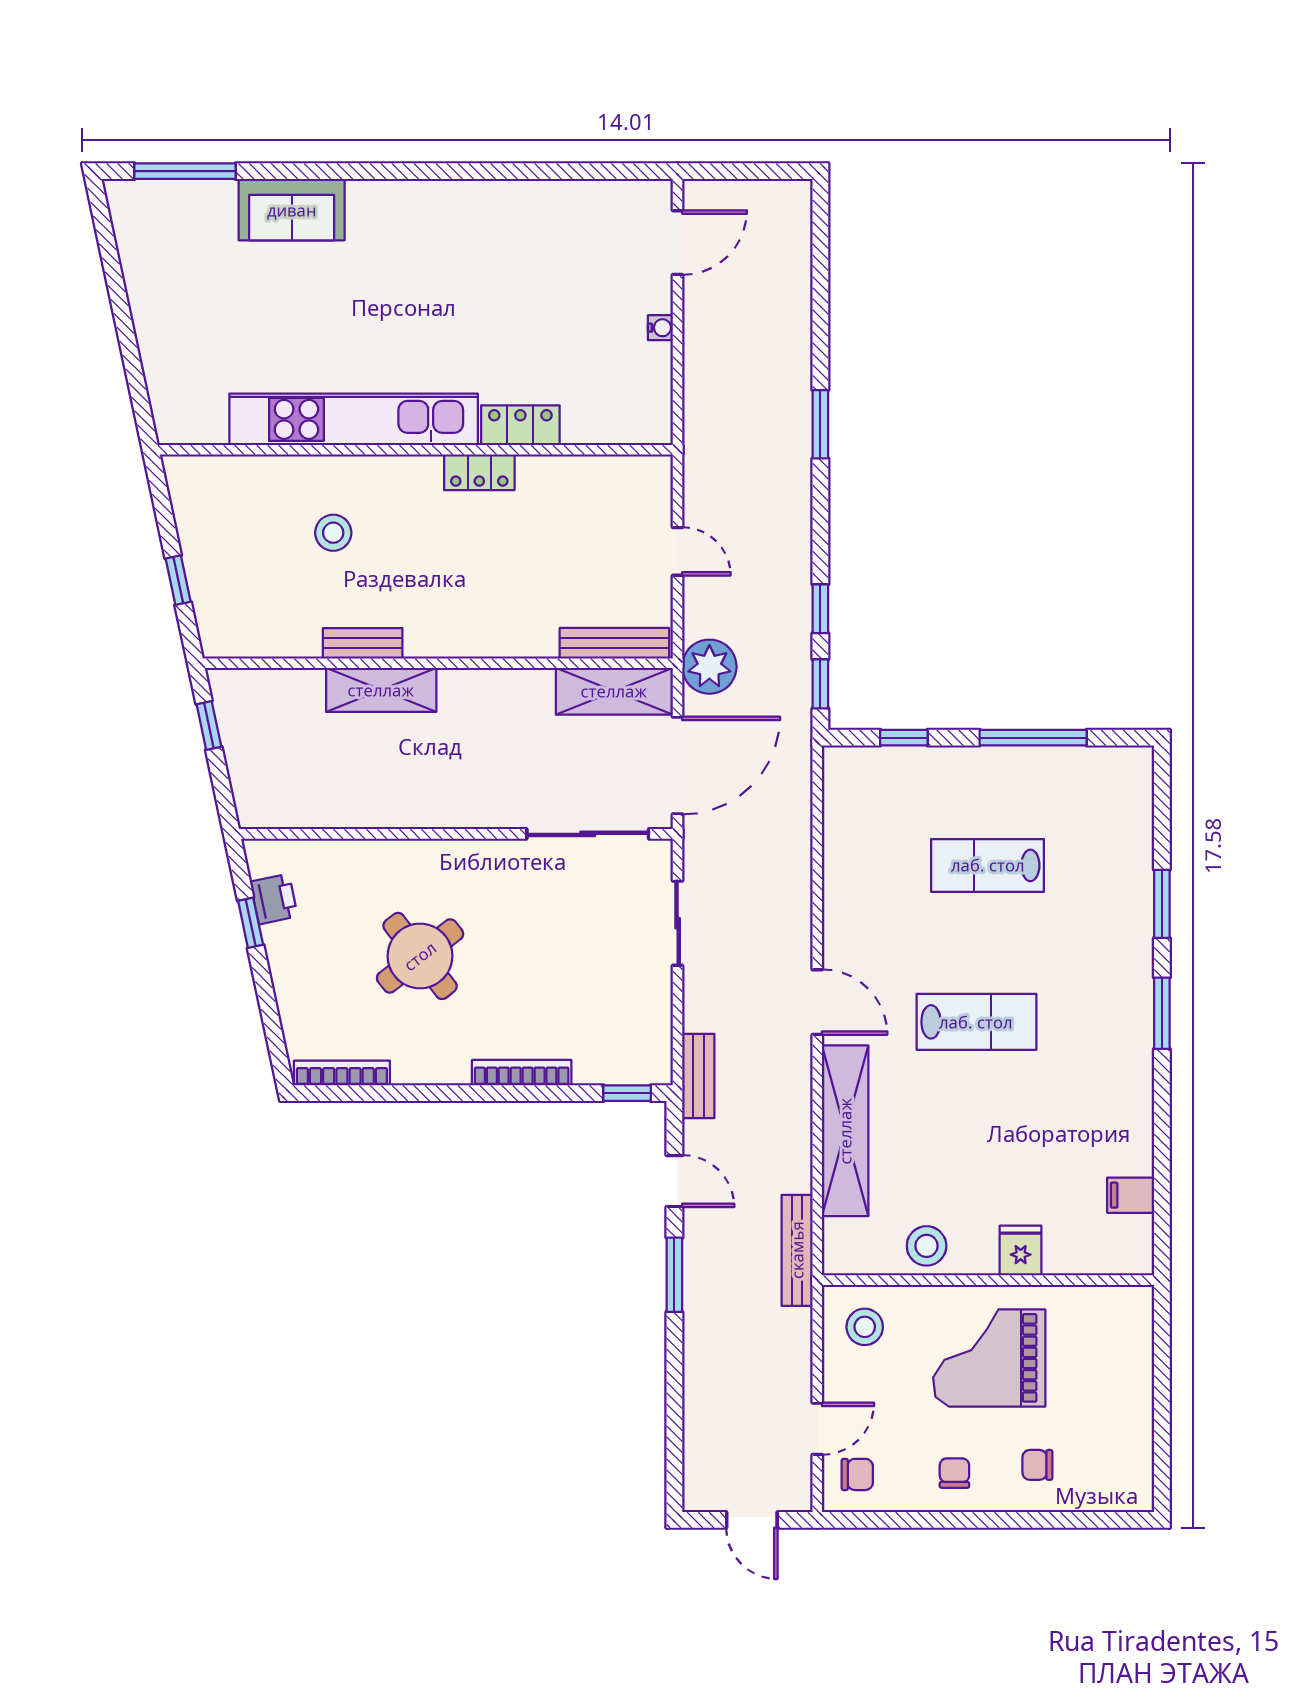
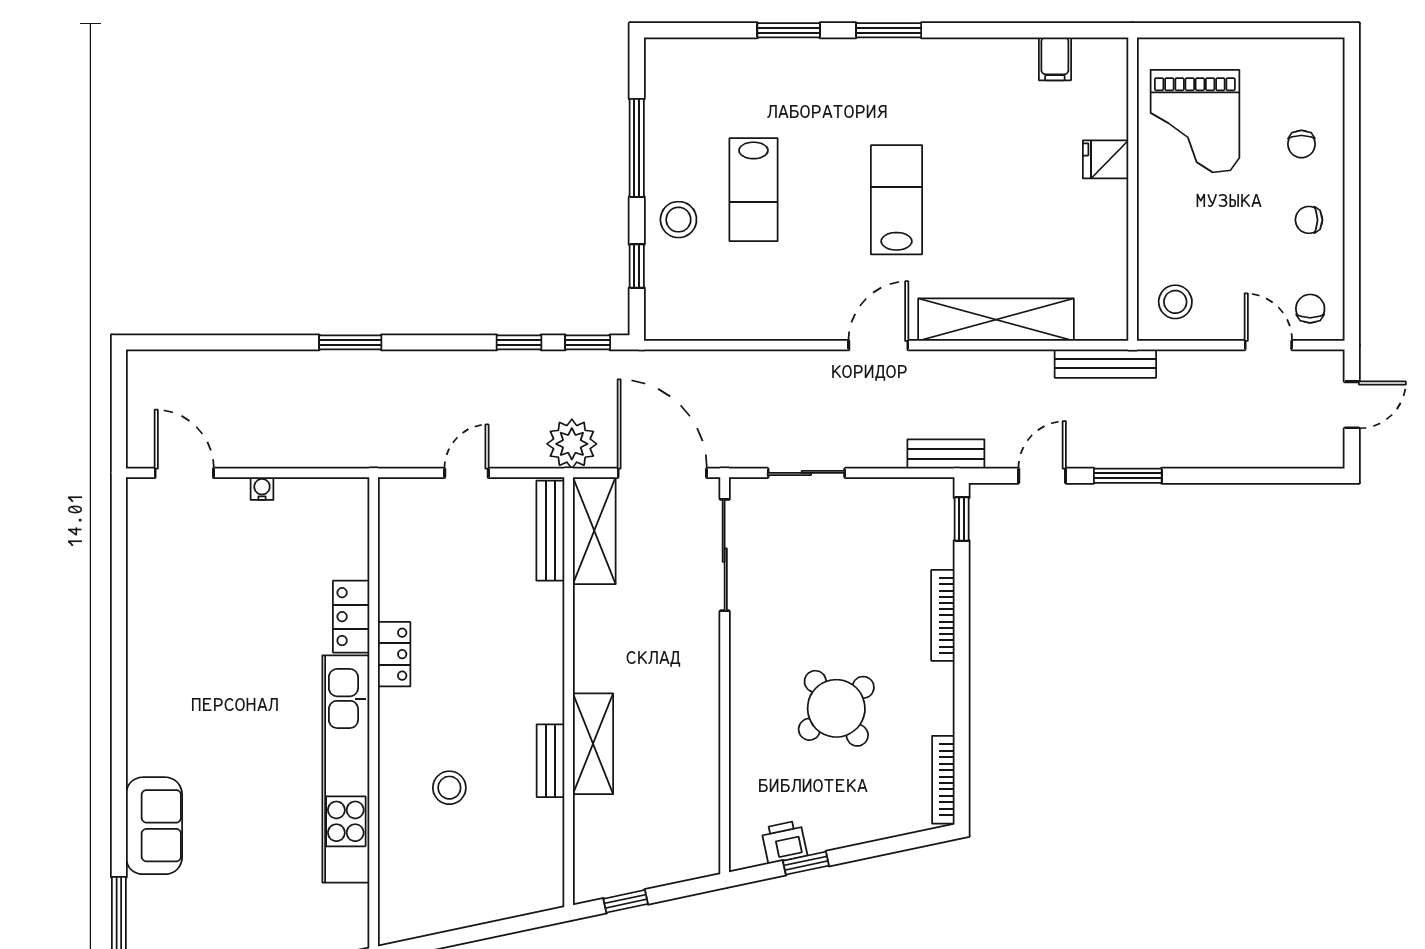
window: (178, 580) -> (493, 929), removed
stool: (927, 1246) -> (678, 220), moved
grand piano: (989, 1358) -> (1195, 121), moved

